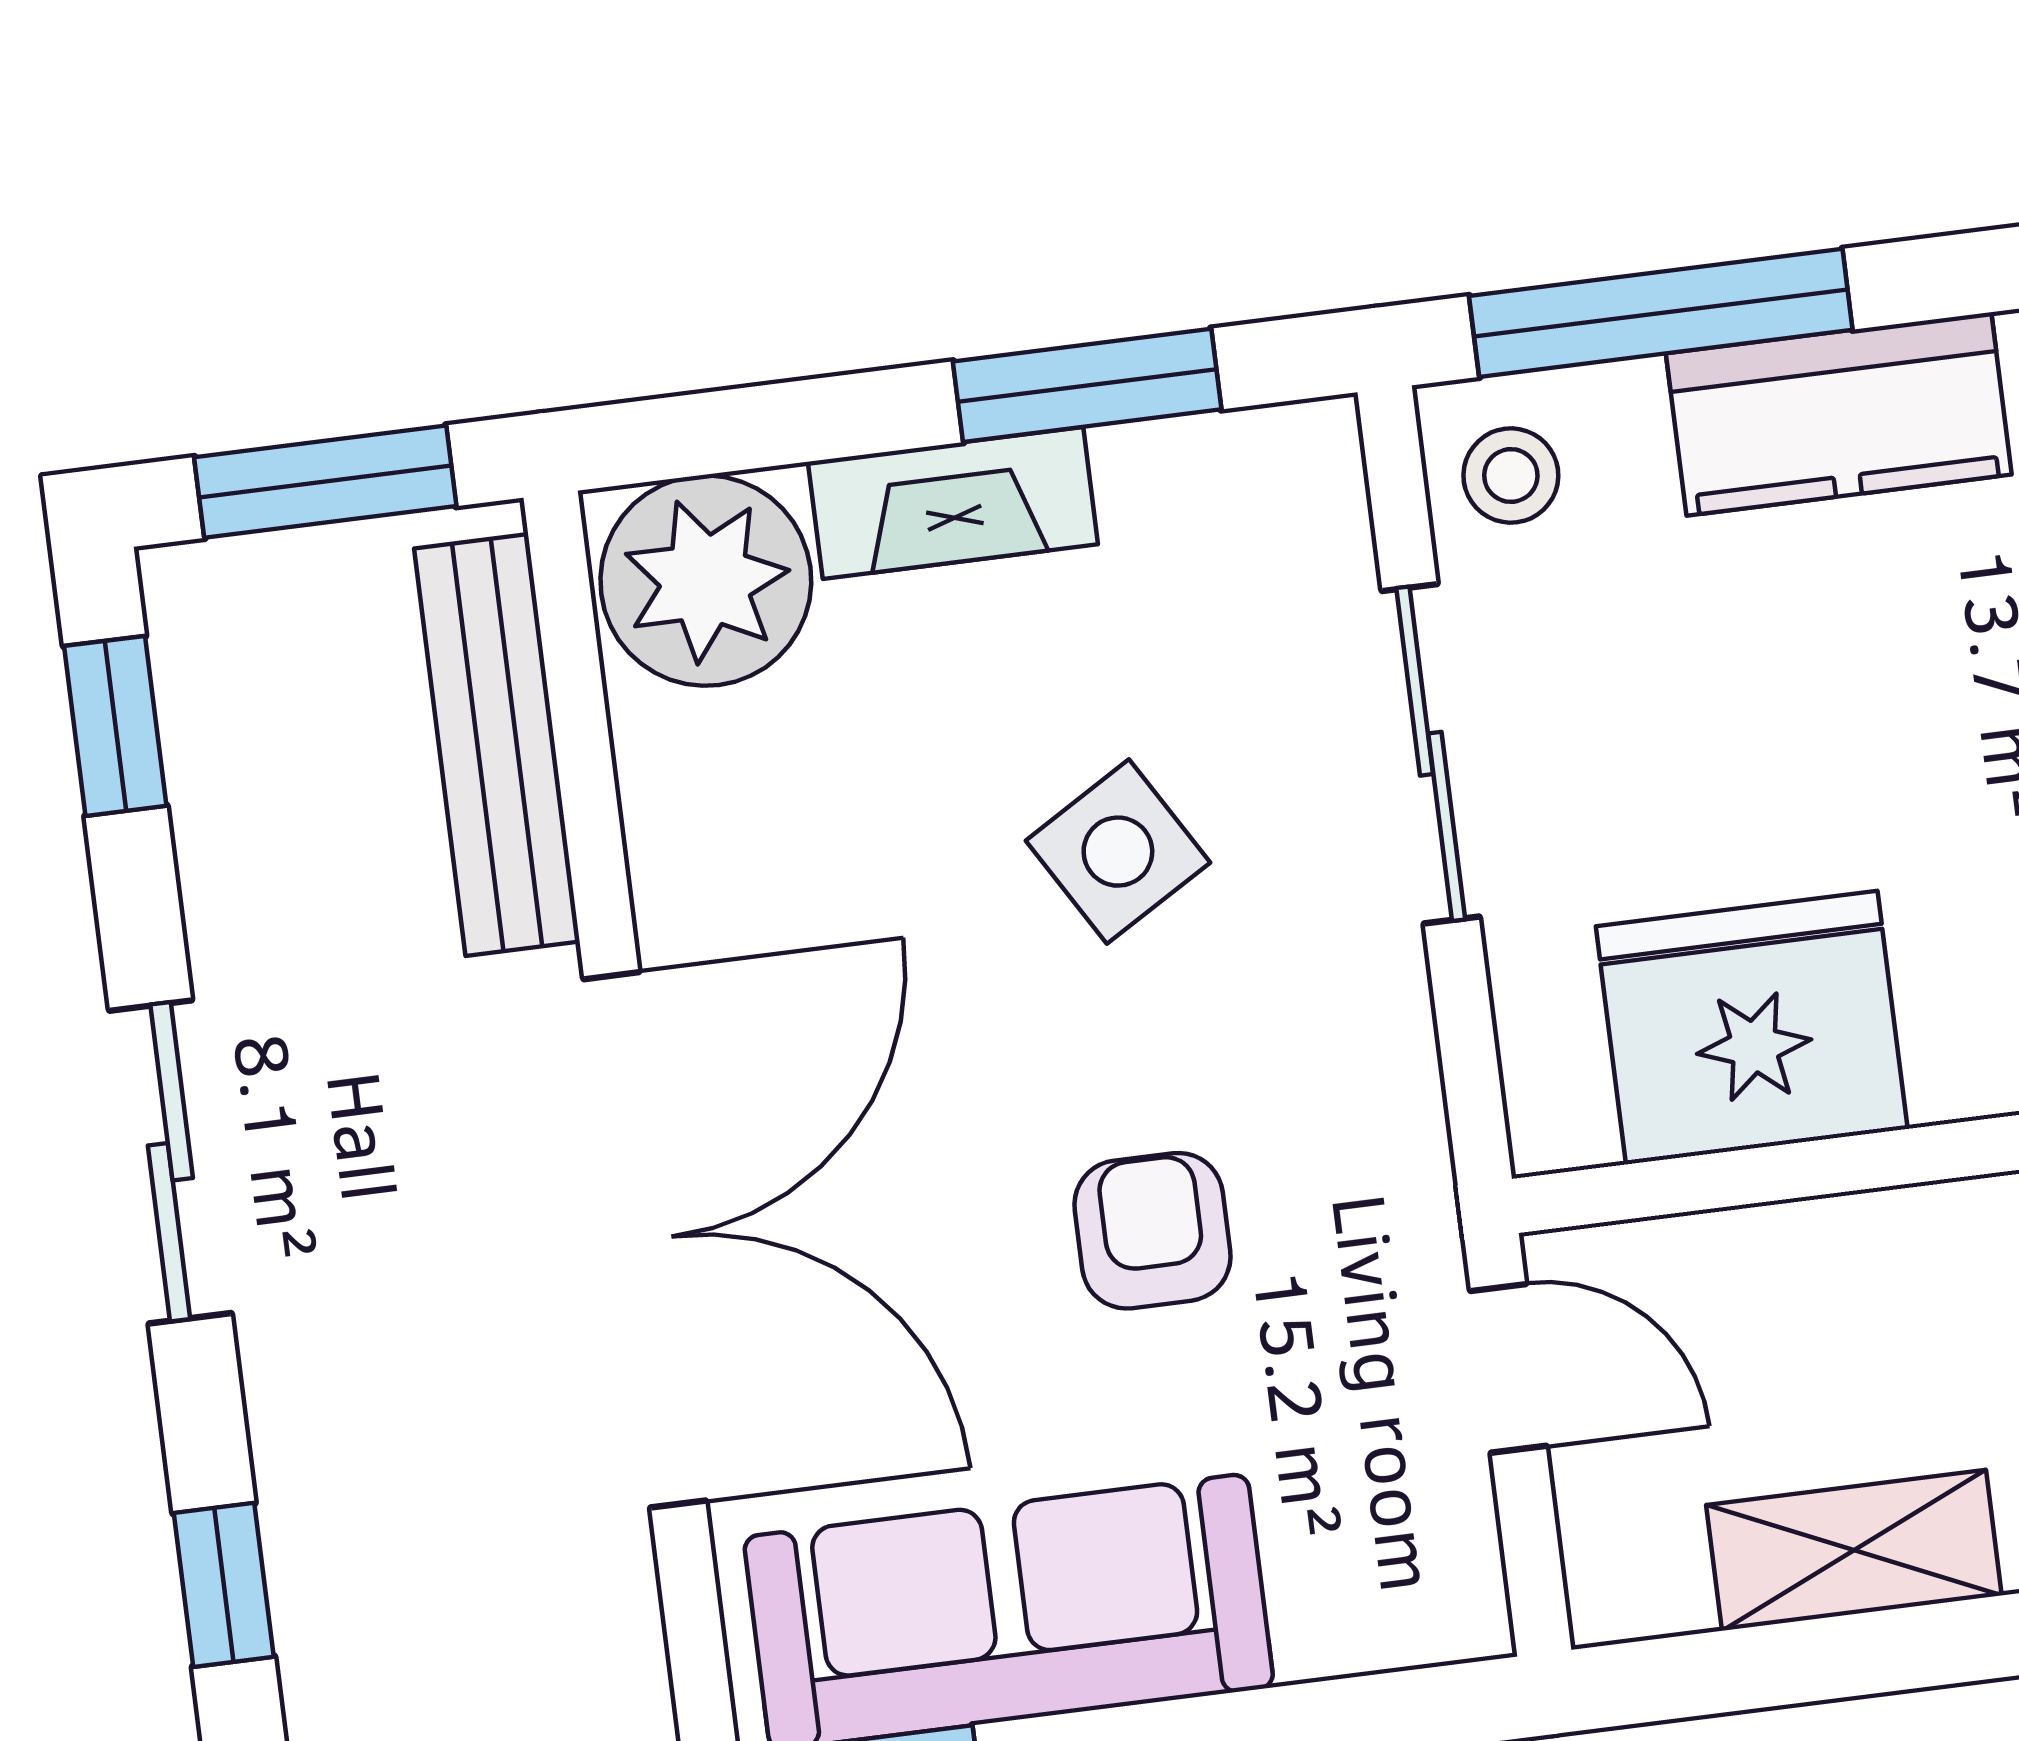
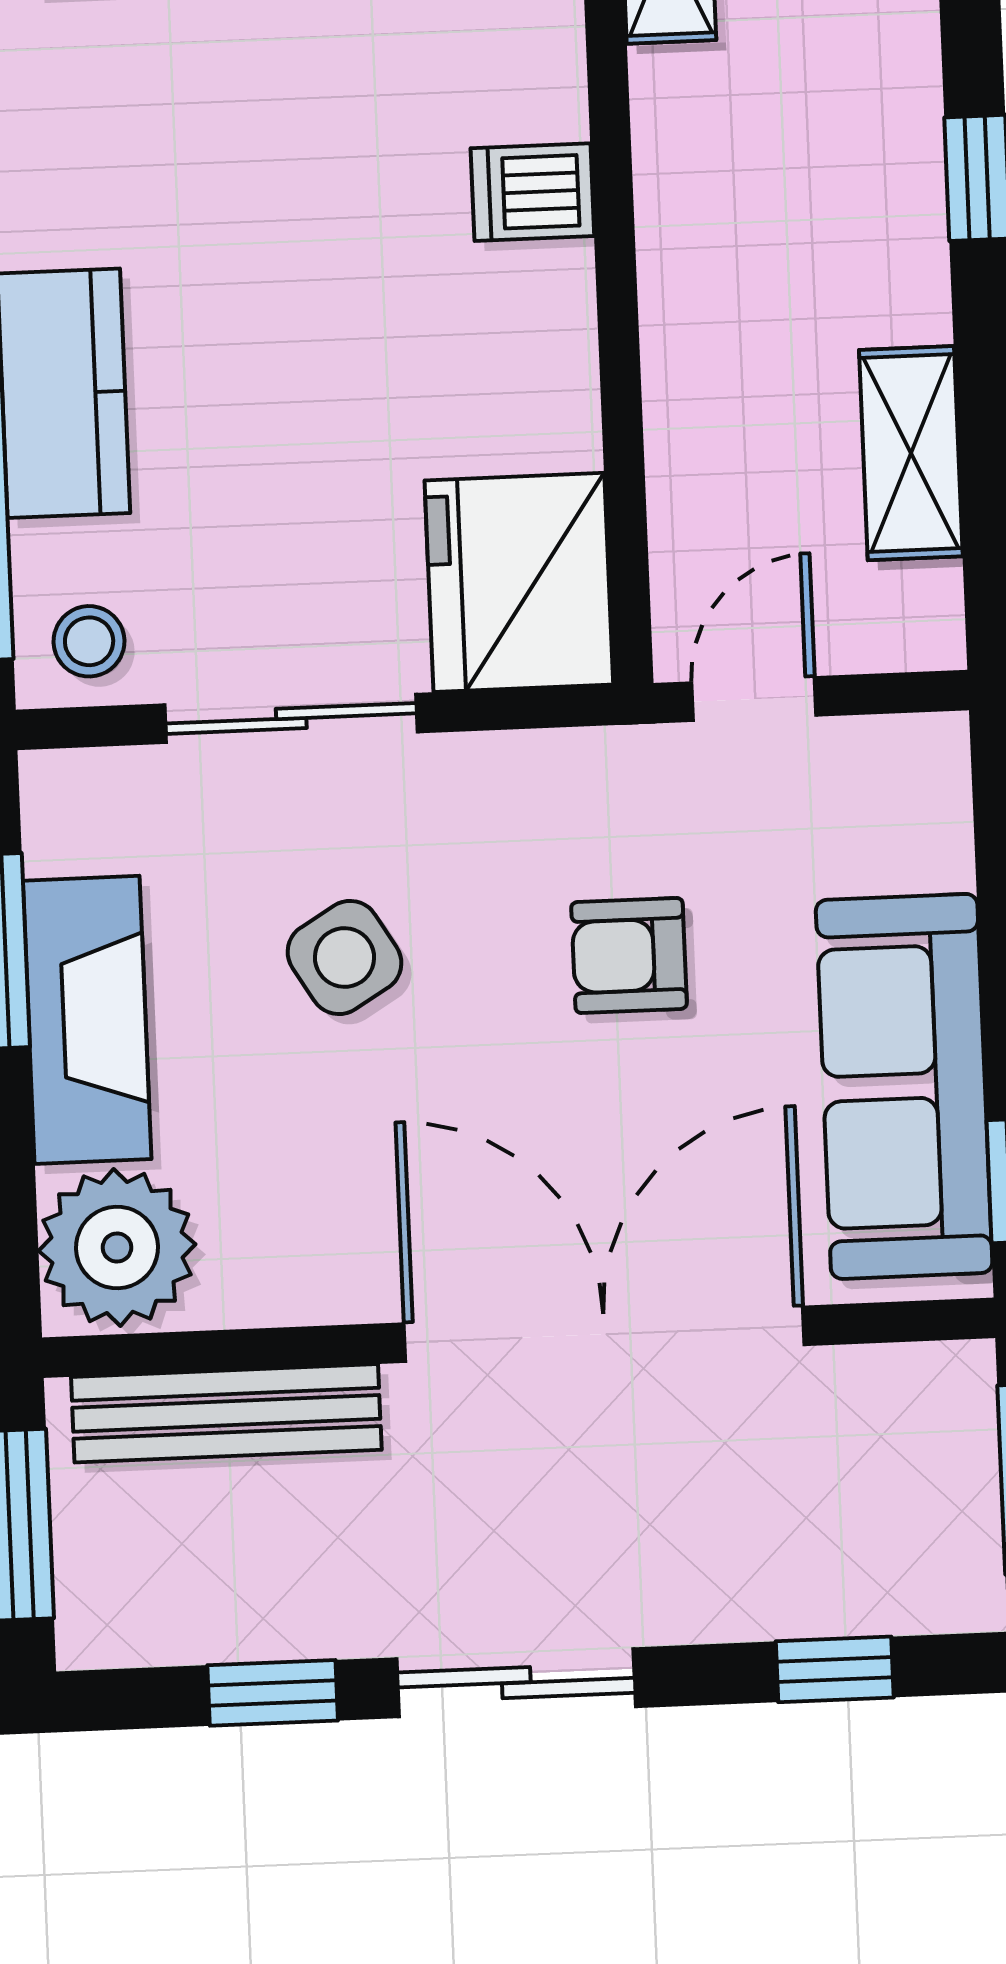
fireplace: (953, 503) -> (87, 1020), width x1.37, depth x1.32
window: (115, 726) -> (273, 1693), moved
fridge: (1752, 1028) -> (519, 582), moved

